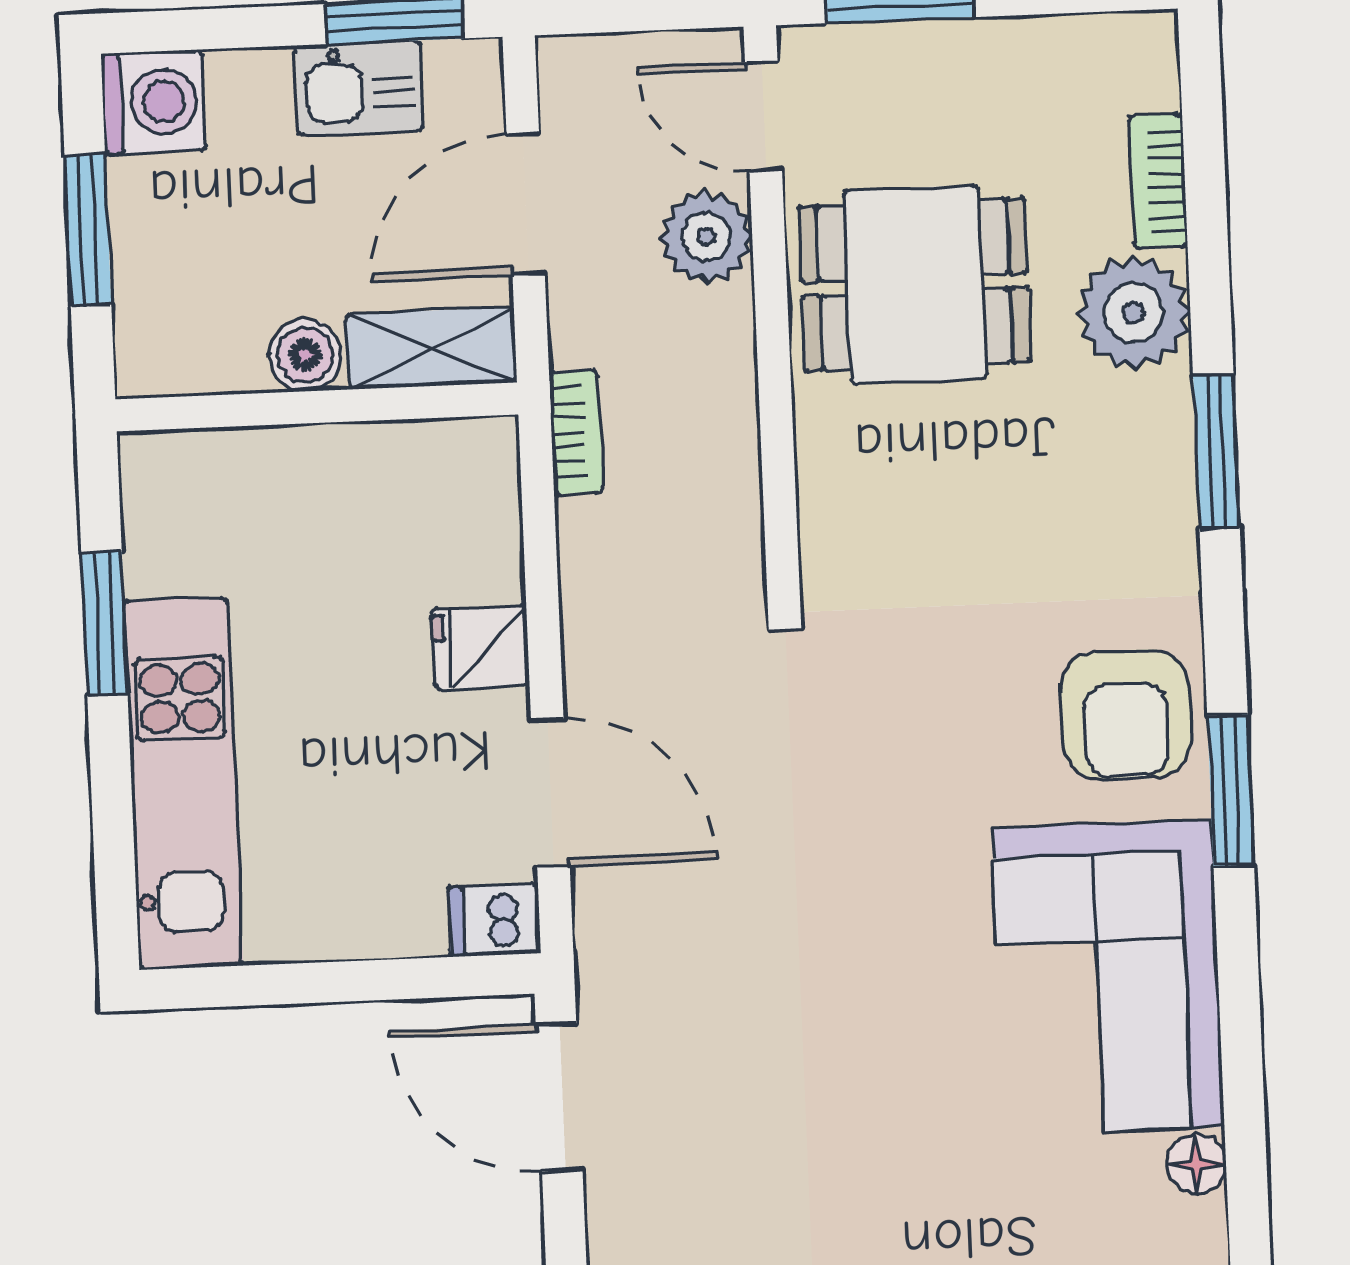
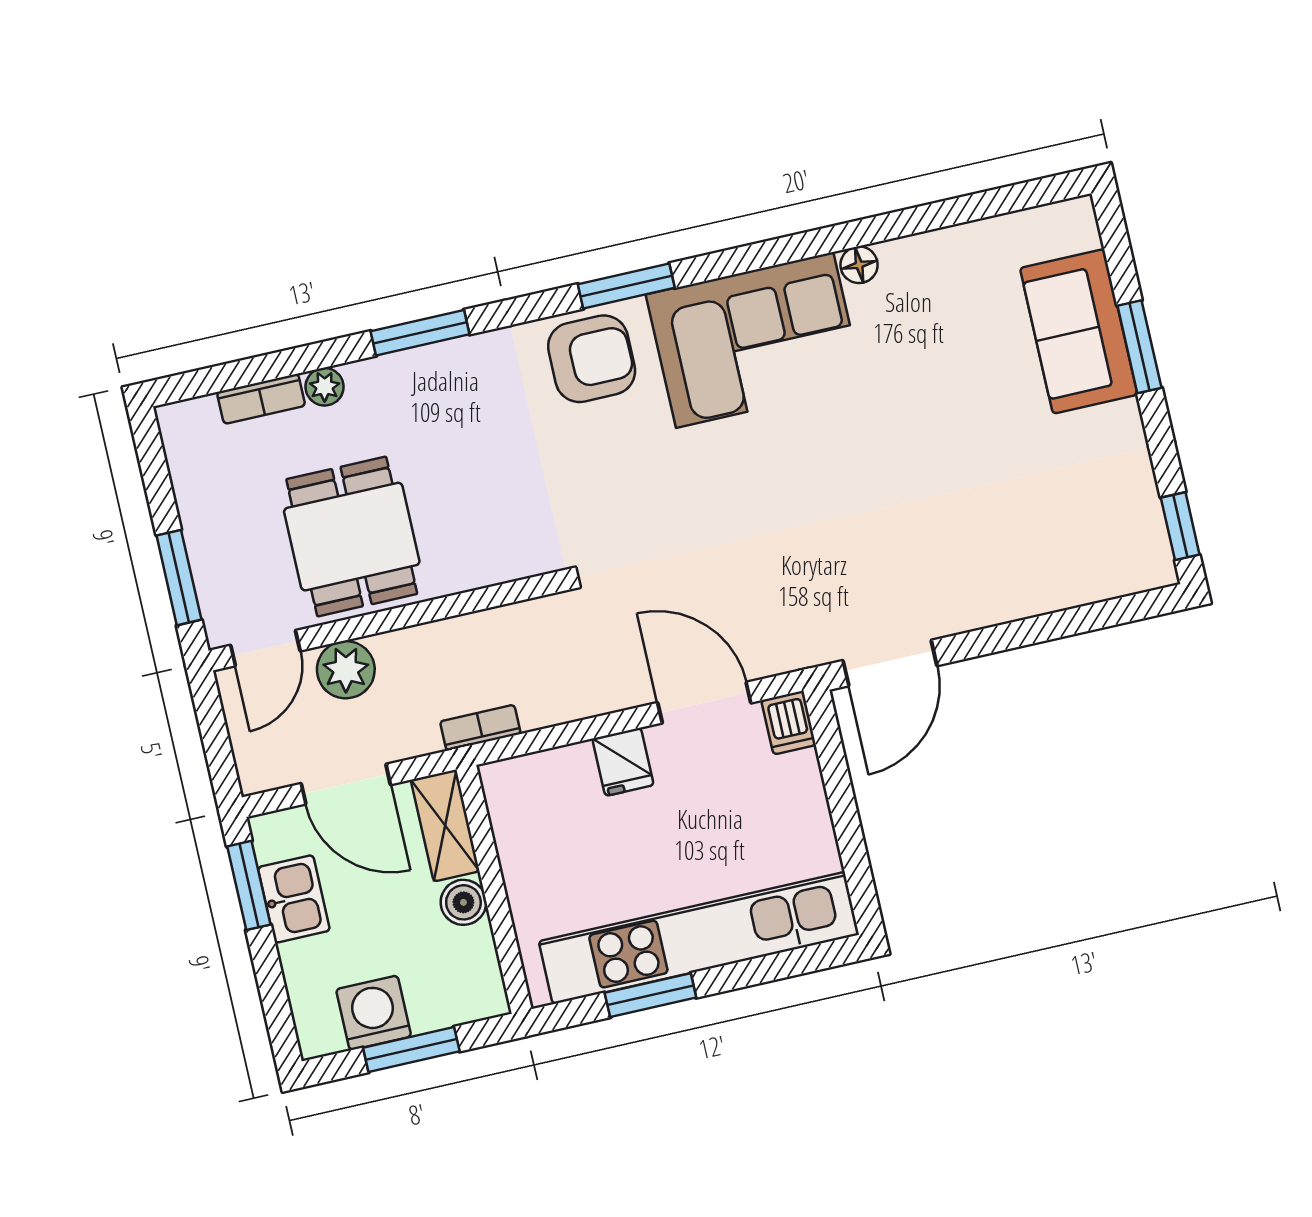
washing machine: (153, 102) -> (374, 1013), moved
plant: (1134, 313) -> (325, 387), width x0.53, depth x0.53
kitchen unit: (183, 783) -> (699, 938), width x1.36
door: (550, 793) -> (704, 703), hinge flipped

